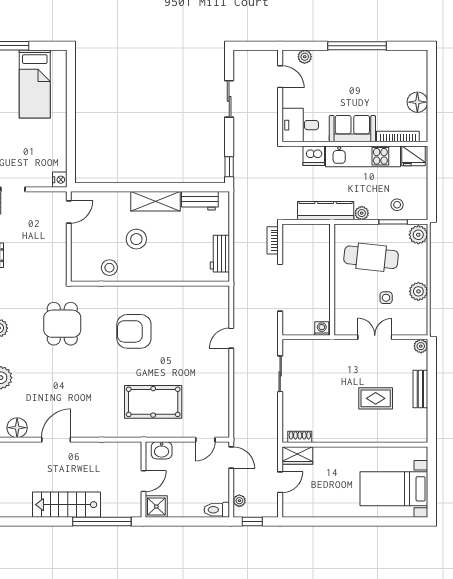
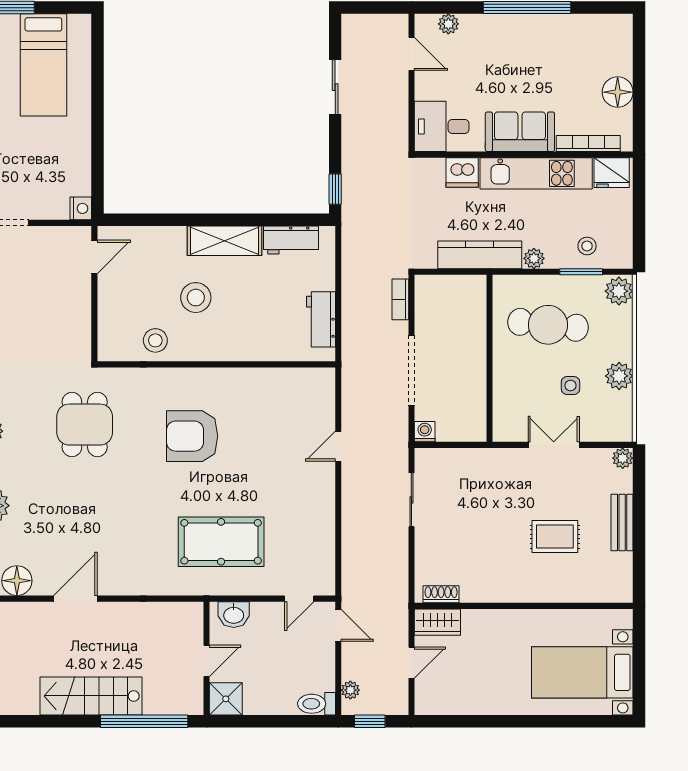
washing machine: (322, 328) -> (425, 432), moved

